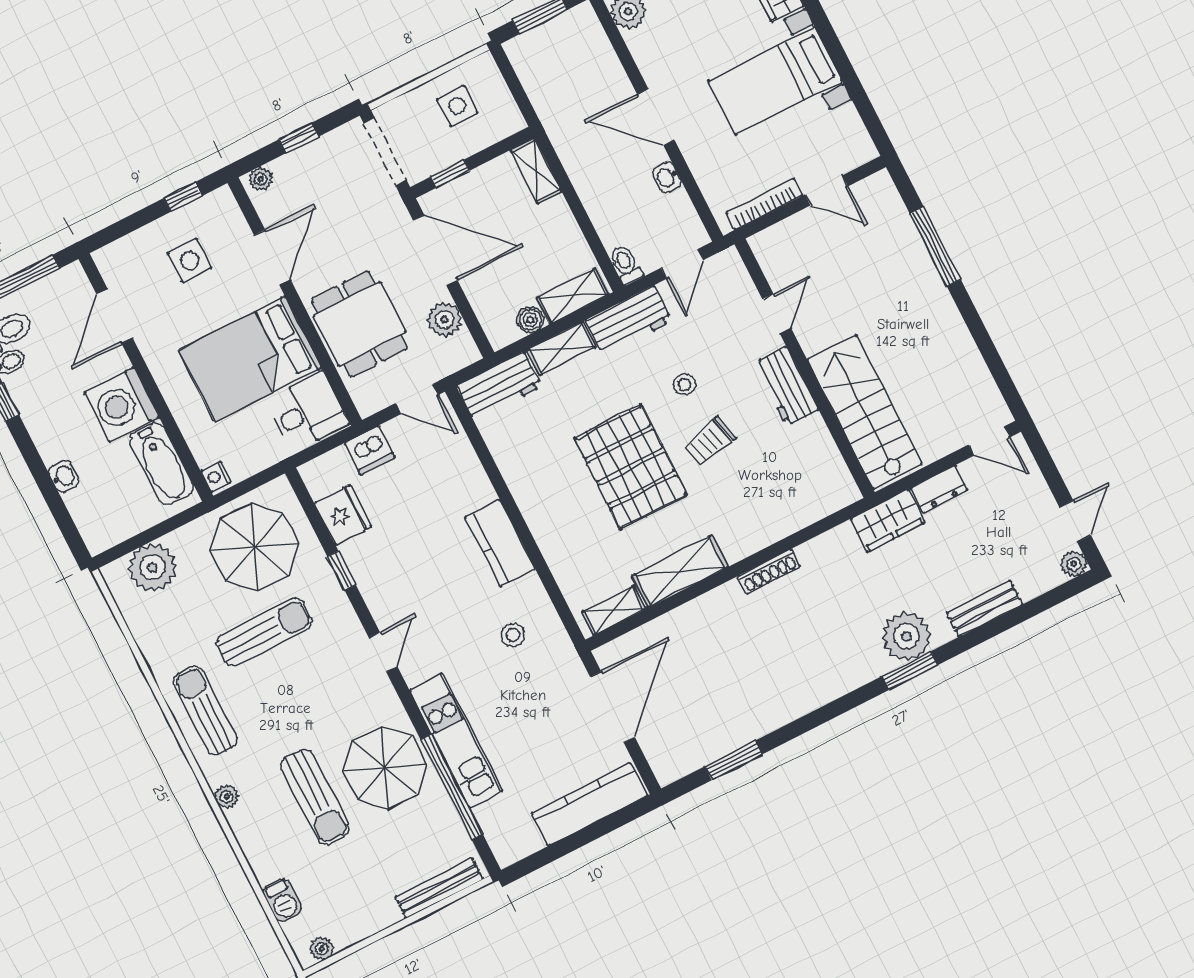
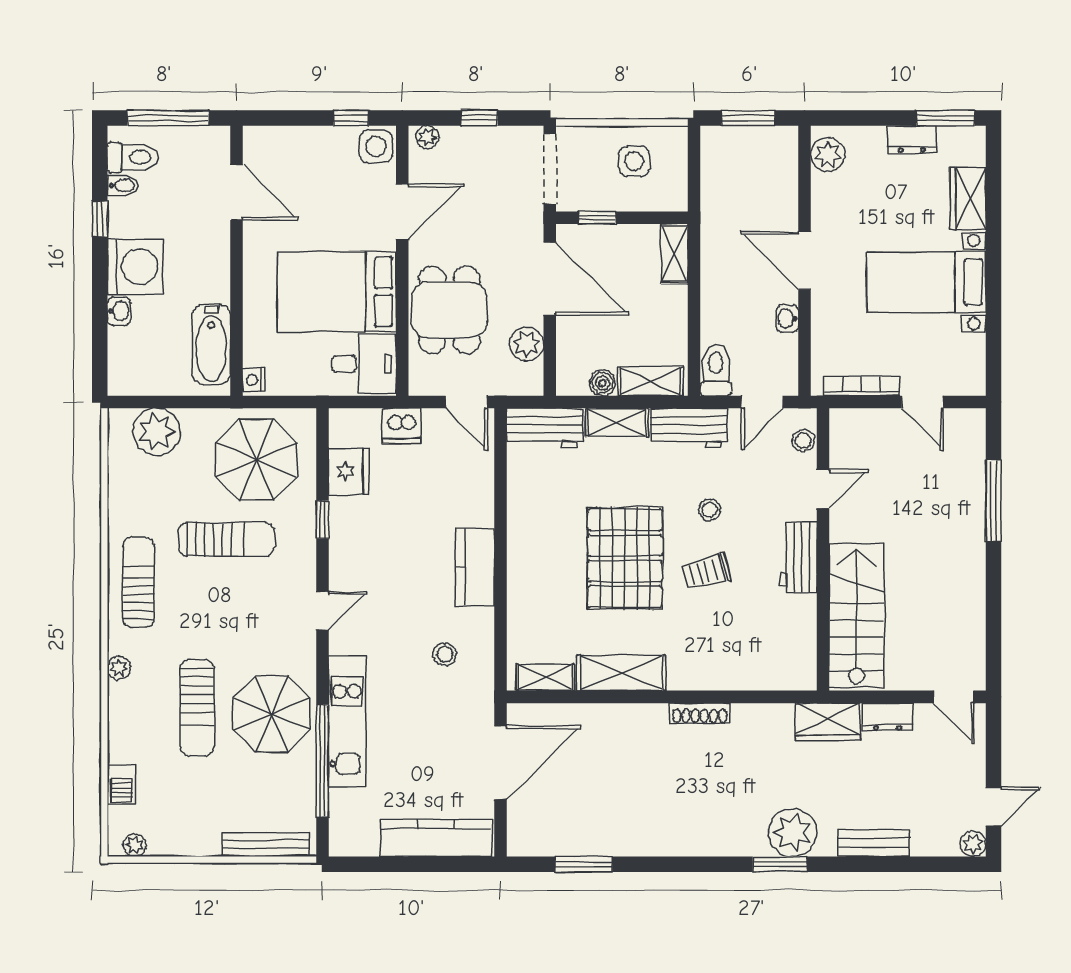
side table: (190, 261) -> (376, 146), moved
toilet: (626, 265) -> (716, 370), width x1.37, depth x1.39
stool: (737, 280) -> (803, 441), added
door: (115, 316) -> (236, 192), swing flipped
washing machine: (121, 405) -> (135, 267), moved, turned 180

